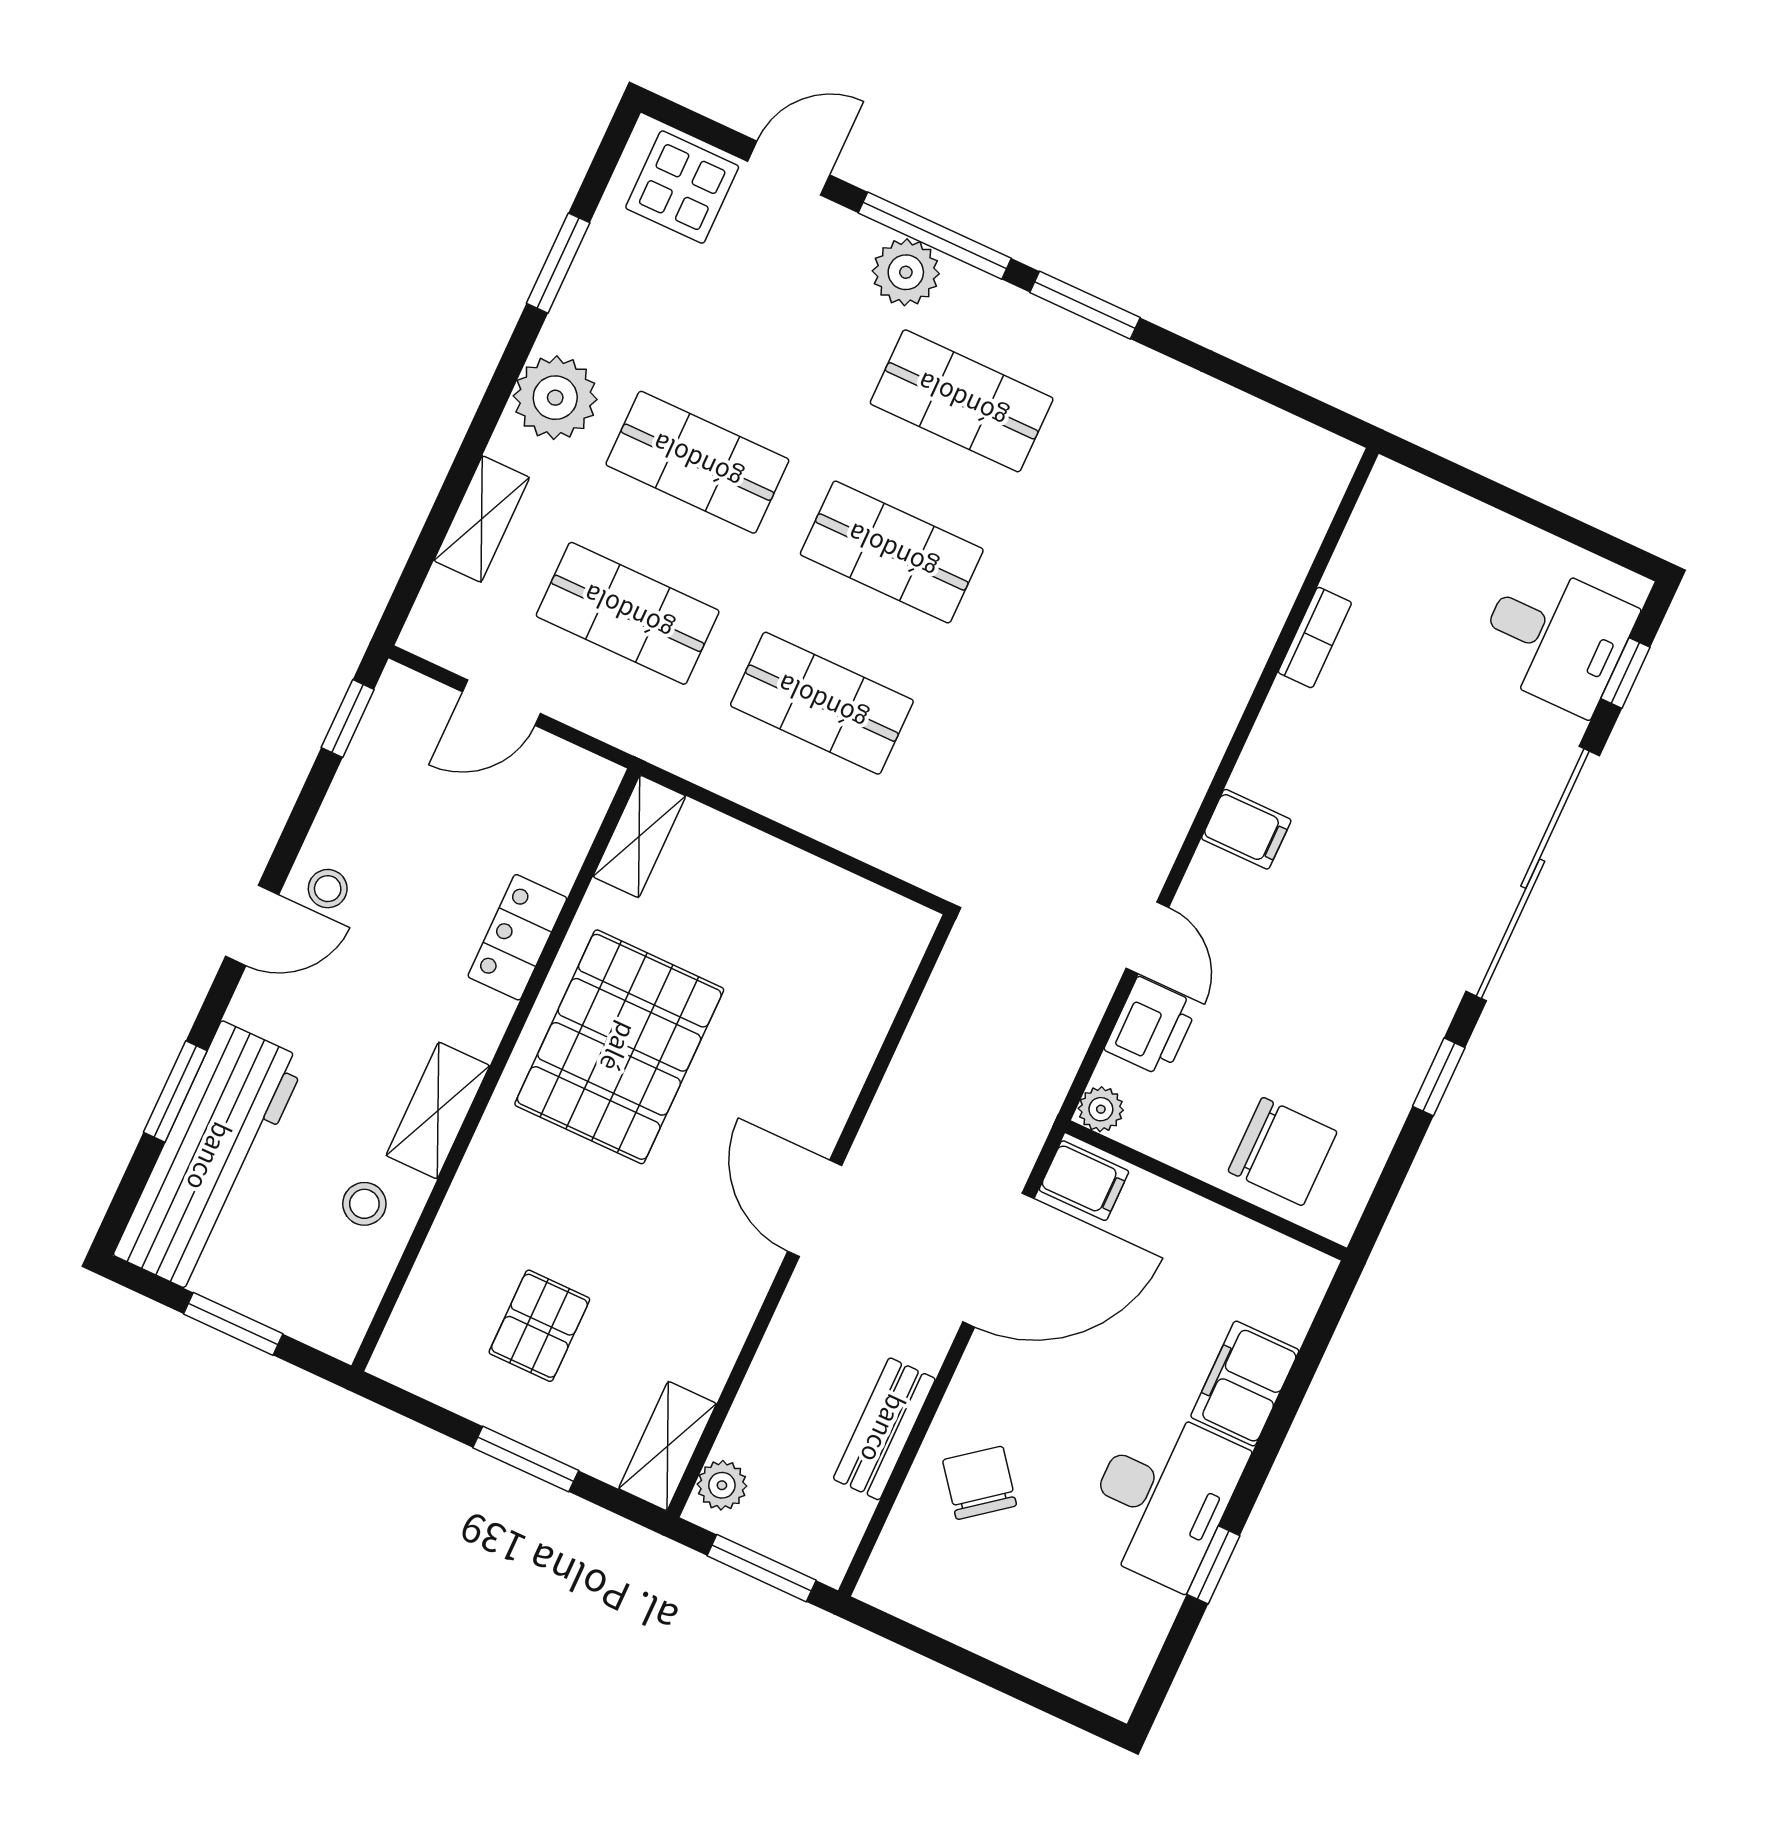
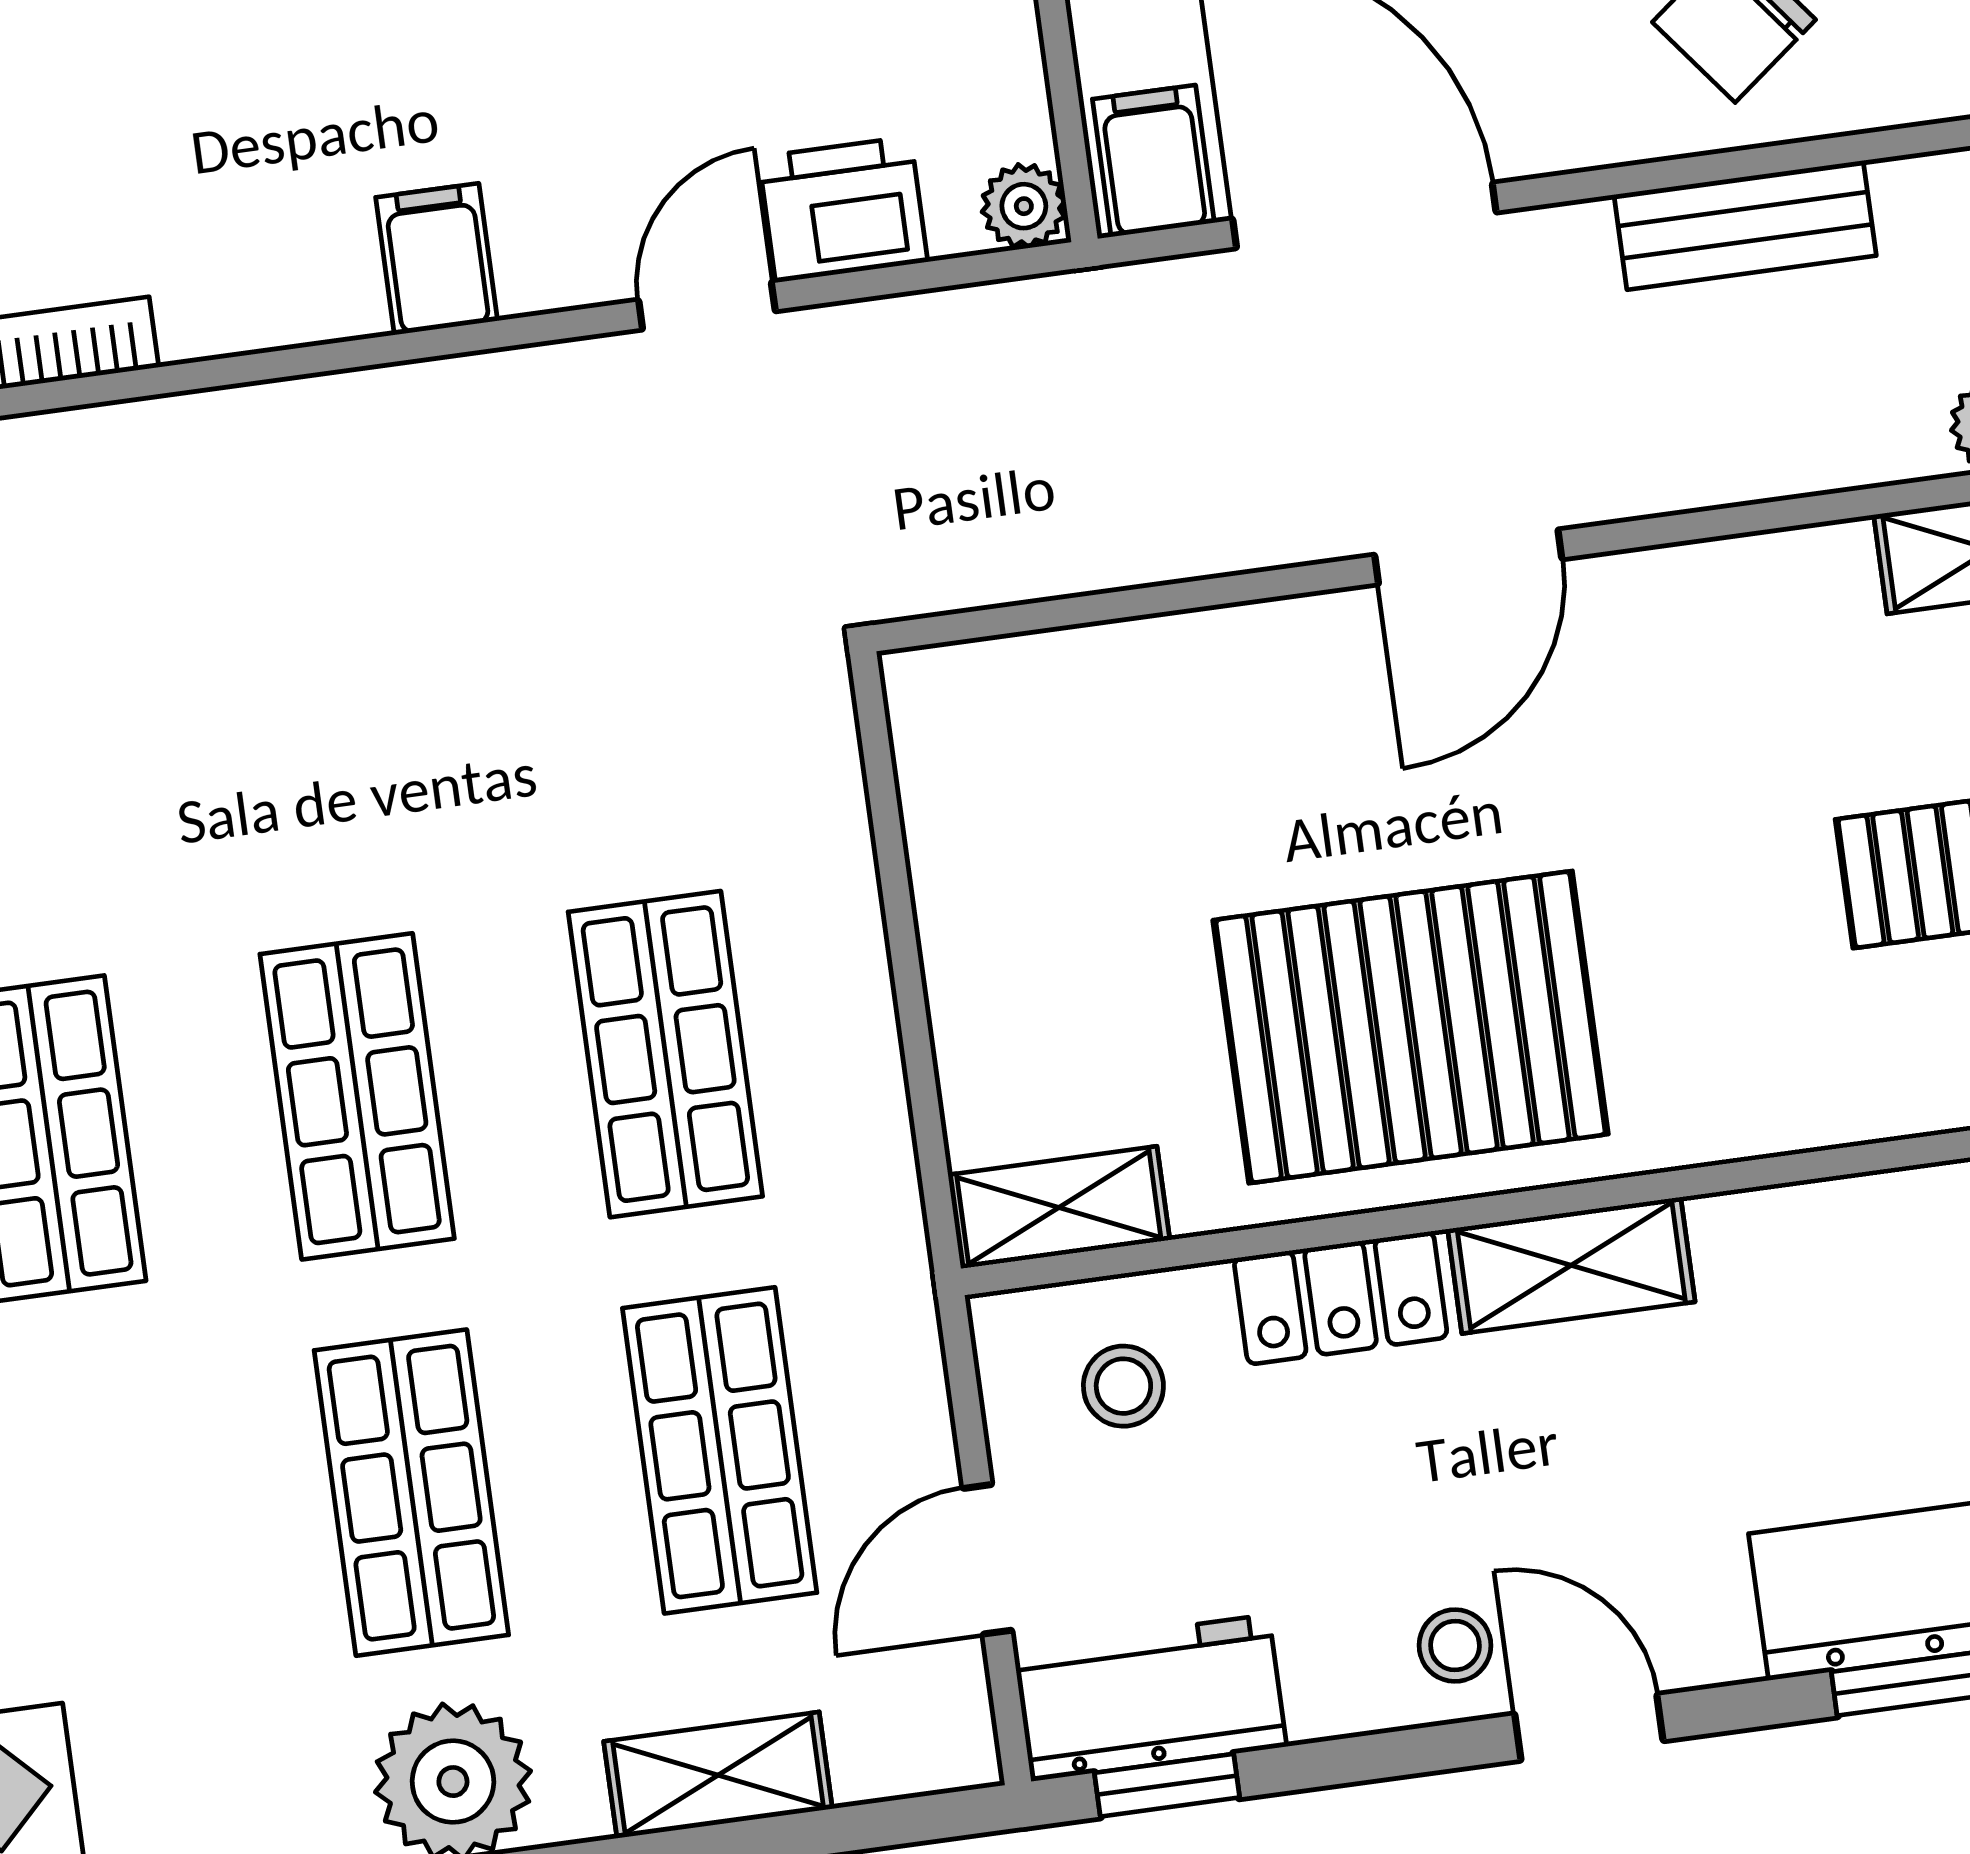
door: (501, 703) -> (987, 1559), swing flipped
workbench: (392, 736) -> (1150, 1698), added
shelving: (438, 1111) -> (1571, 1265), moved
stool: (364, 1204) -> (1123, 1386), moved

